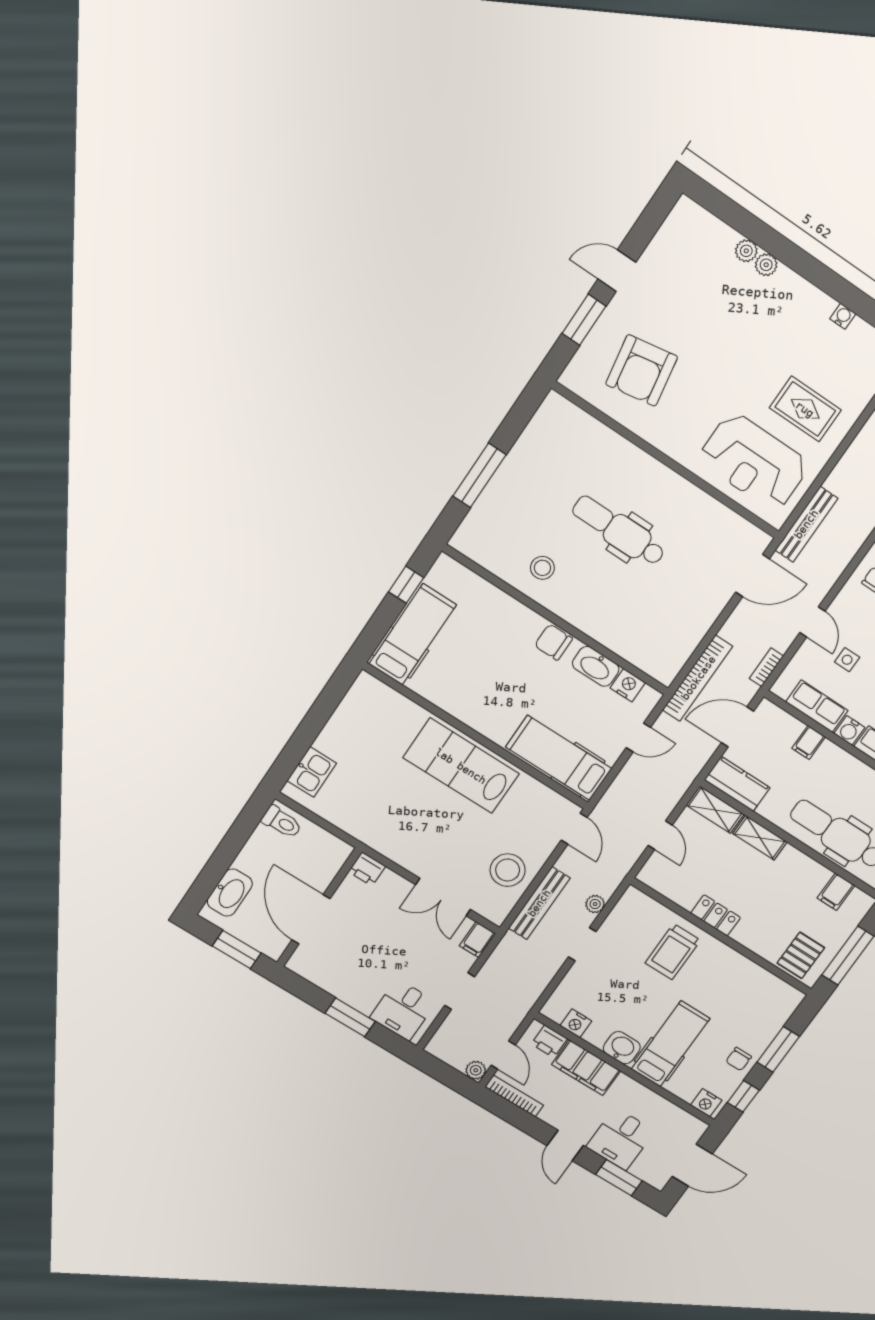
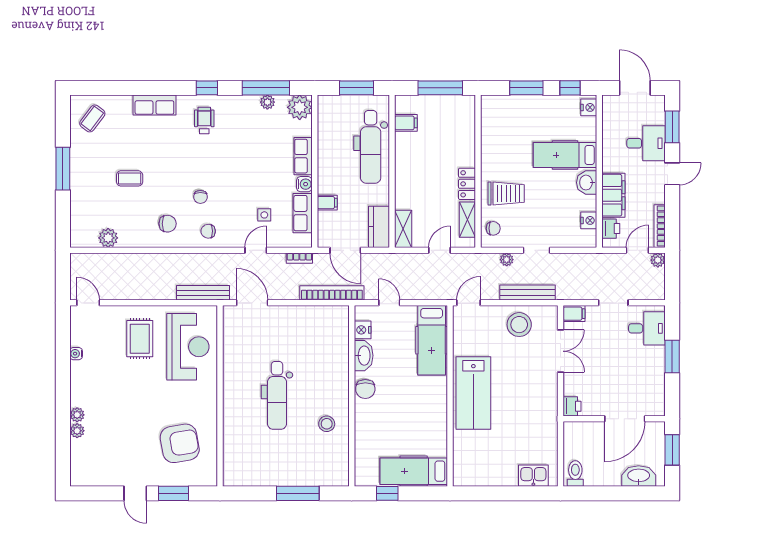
shelving: (760, 838) -> (467, 220), moved
pallet: (801, 955) -> (459, 116), removed
chair: (739, 1059) -> (493, 228), moved

